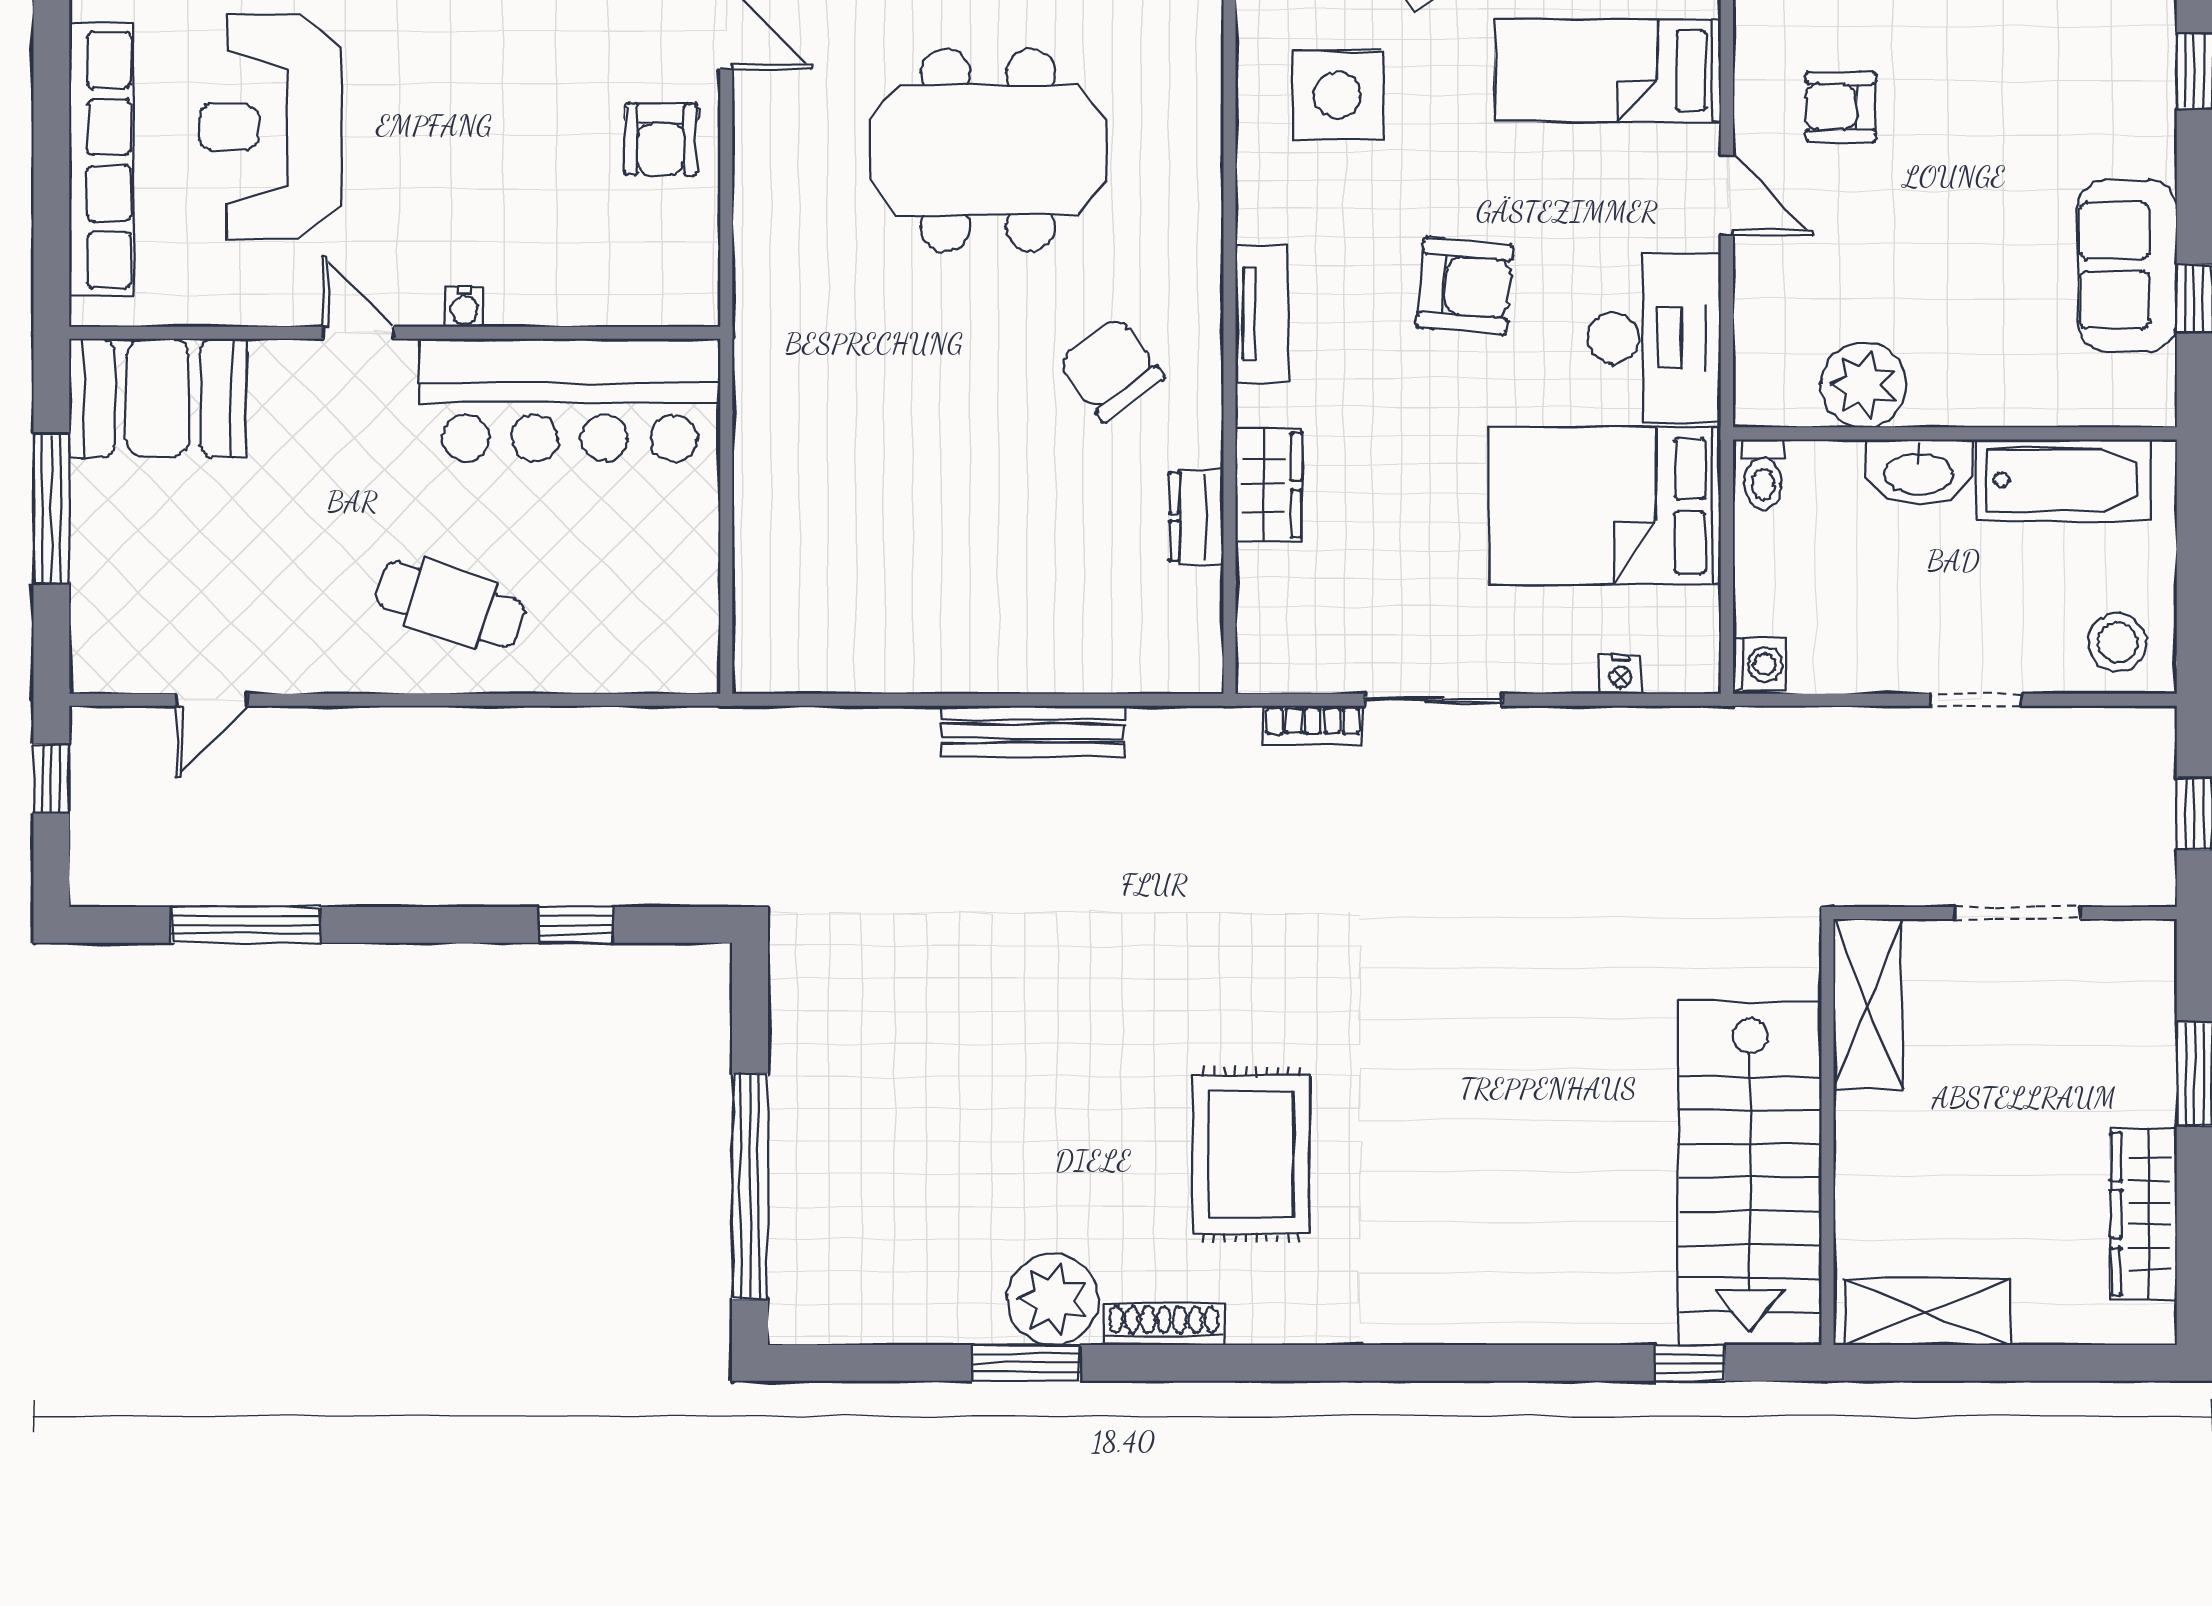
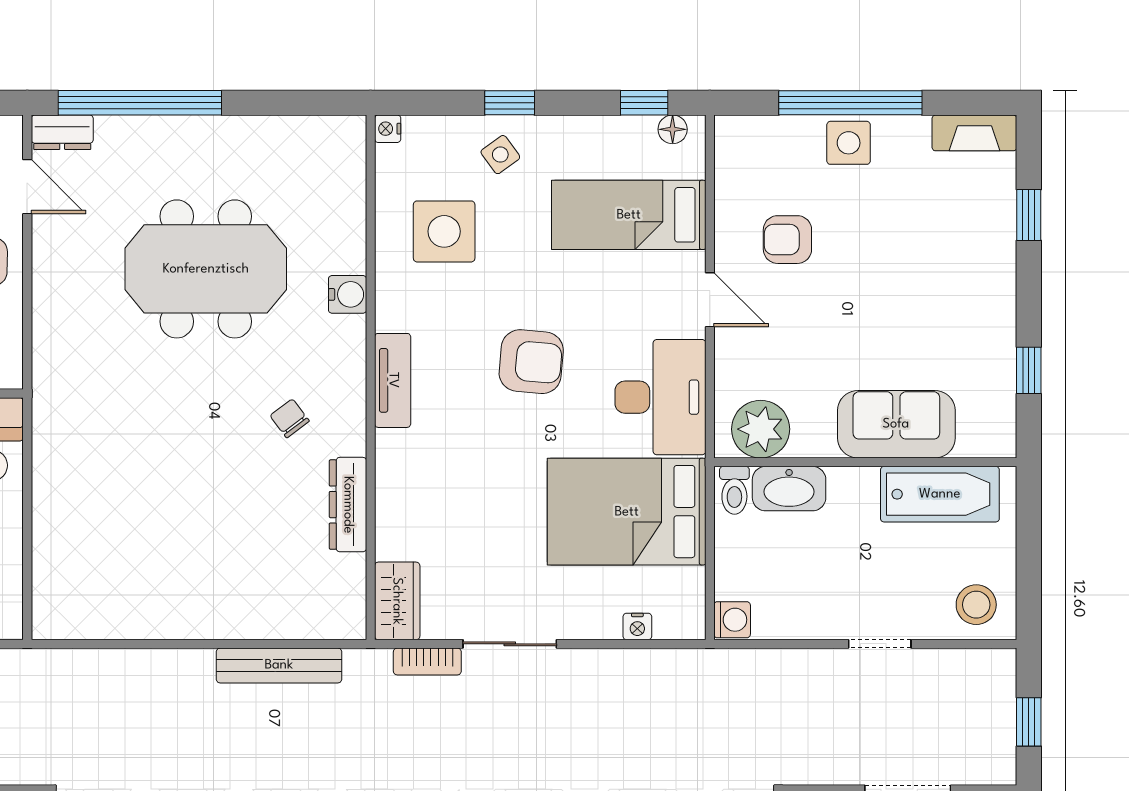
water cooler: (1196, 187) -> (348, 294), added
sofa: (2127, 265) -> (896, 424), moved, turned 90
chair: (1111, 369) -> (290, 418), width x0.54, depth x0.54
plant: (1864, 385) -> (761, 429), moved
washbasin: (1919, 472) -> (789, 489), moved
wardrobe: (1269, 485) -> (397, 601), moved
dresser: (1197, 517) -> (348, 505), width x1.44
bench: (1033, 731) -> (279, 665), moved

